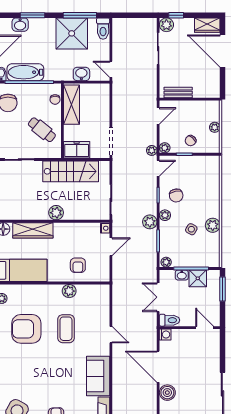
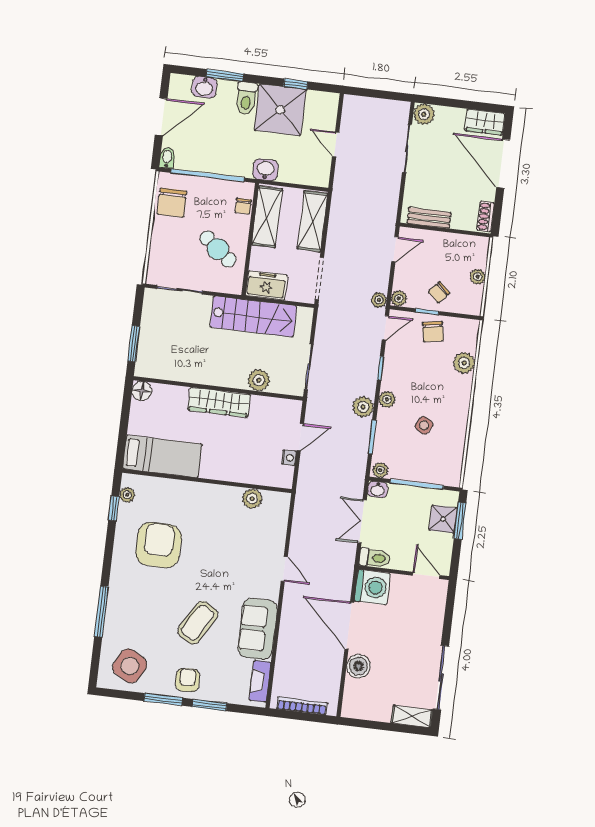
window: (80, 15) -> (296, 84), width x0.46
window: (176, 15) -> (440, 101), removed
toilet: (103, 29) -> (246, 98), moved
door: (111, 69) -> (336, 144), moved
bathtub: (25, 72) -> (204, 160), removed
washbasin: (81, 74) -> (265, 170), moved
shoe rack: (215, 87) -> (486, 217), added
shelving: (102, 104) -> (312, 221), added
chair: (176, 196) -> (433, 332), moved
plant: (56, 213) -> (259, 380), moved
plant: (213, 225) -> (464, 363), moved
nightstand: (105, 228) -> (289, 458), moved
wardrobe: (33, 230) -> (219, 402), moved
armchair: (78, 265) -> (247, 459), removed
washbasin: (182, 275) -> (378, 489), moved
shower: (198, 278) -> (443, 519), moved
plant: (69, 291) -> (252, 499), moved
armchair: (26, 329) -> (159, 545), turned 91
coffee table: (66, 329) -> (198, 623), moved, turned 31
washing machine: (165, 335) -> (372, 587), width x1.89, depth x1.89

